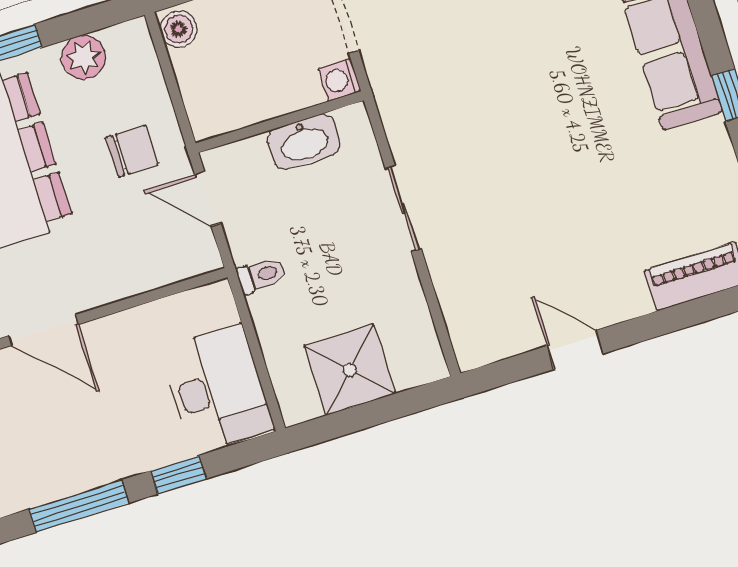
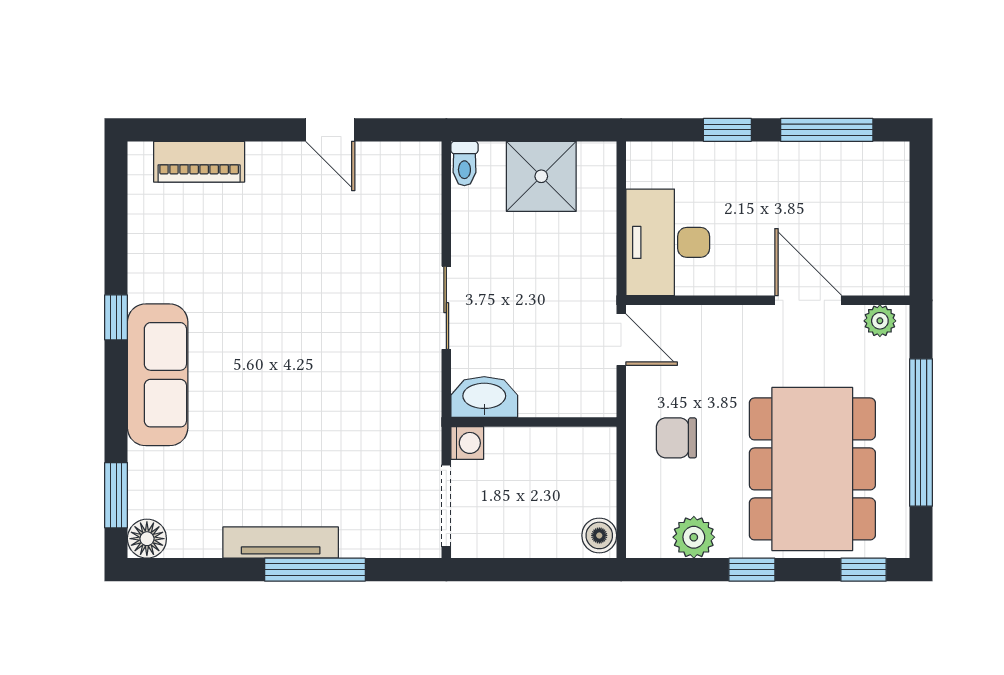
washbasin: (304, 142) -> (484, 397), moved
door: (208, 199) -> (621, 340), moved
toilet: (261, 275) -> (464, 164), moved, turned -90
desk: (217, 389) -> (668, 242), moved

